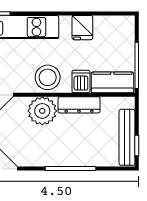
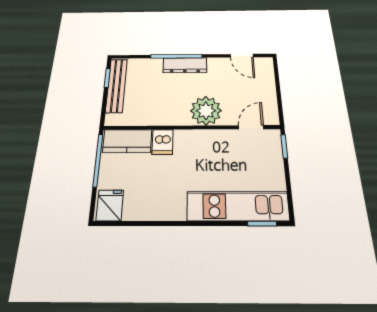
fridge: (82, 28) -> (110, 205), moved
stool: (48, 77) -> (200, 146), removed
dresser: (79, 105) -> (185, 65), moved, turned 180

